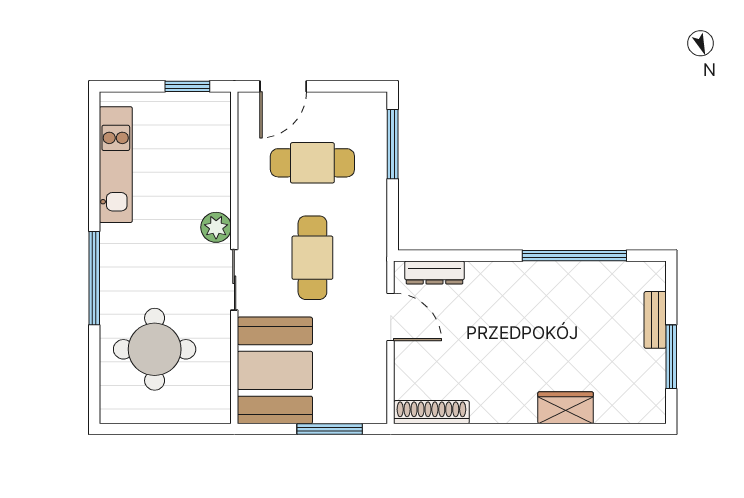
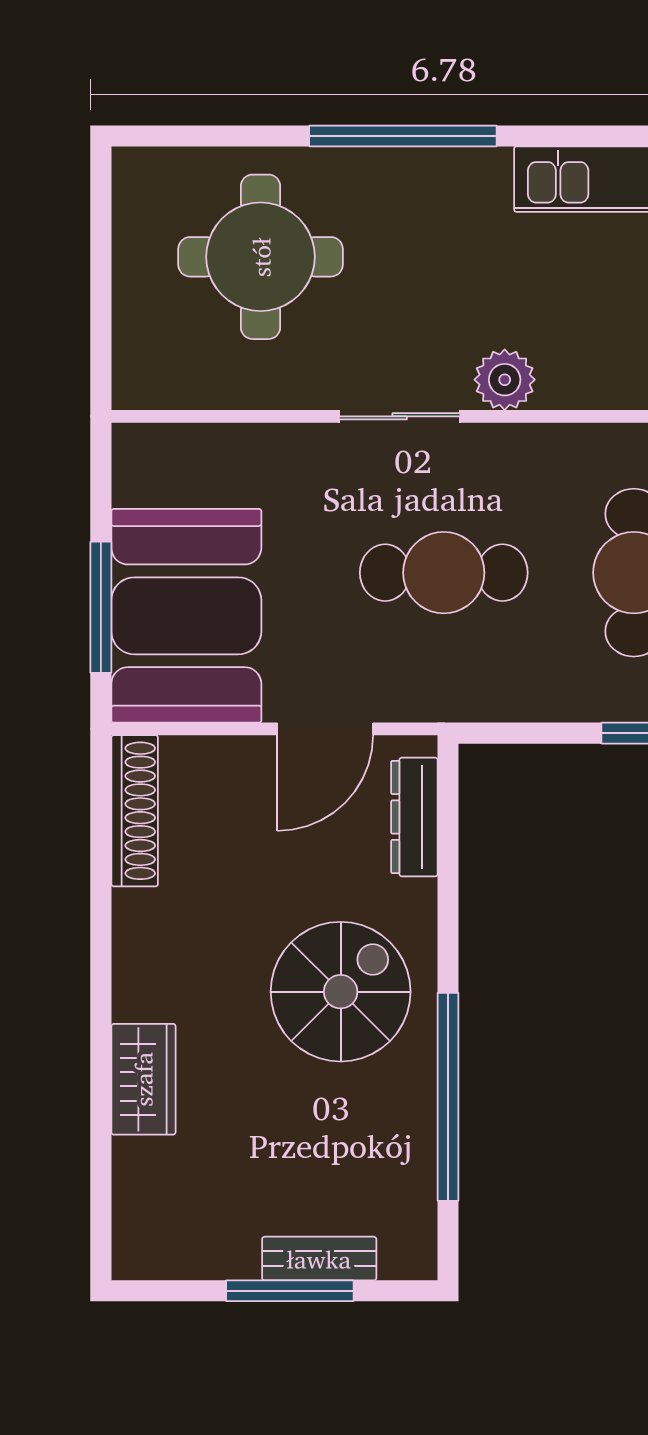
spiral stairs: (522, 309) -> (341, 992), added
window: (671, 357) -> (290, 1291), moved
booth: (275, 370) -> (186, 616), moved, turned 90

